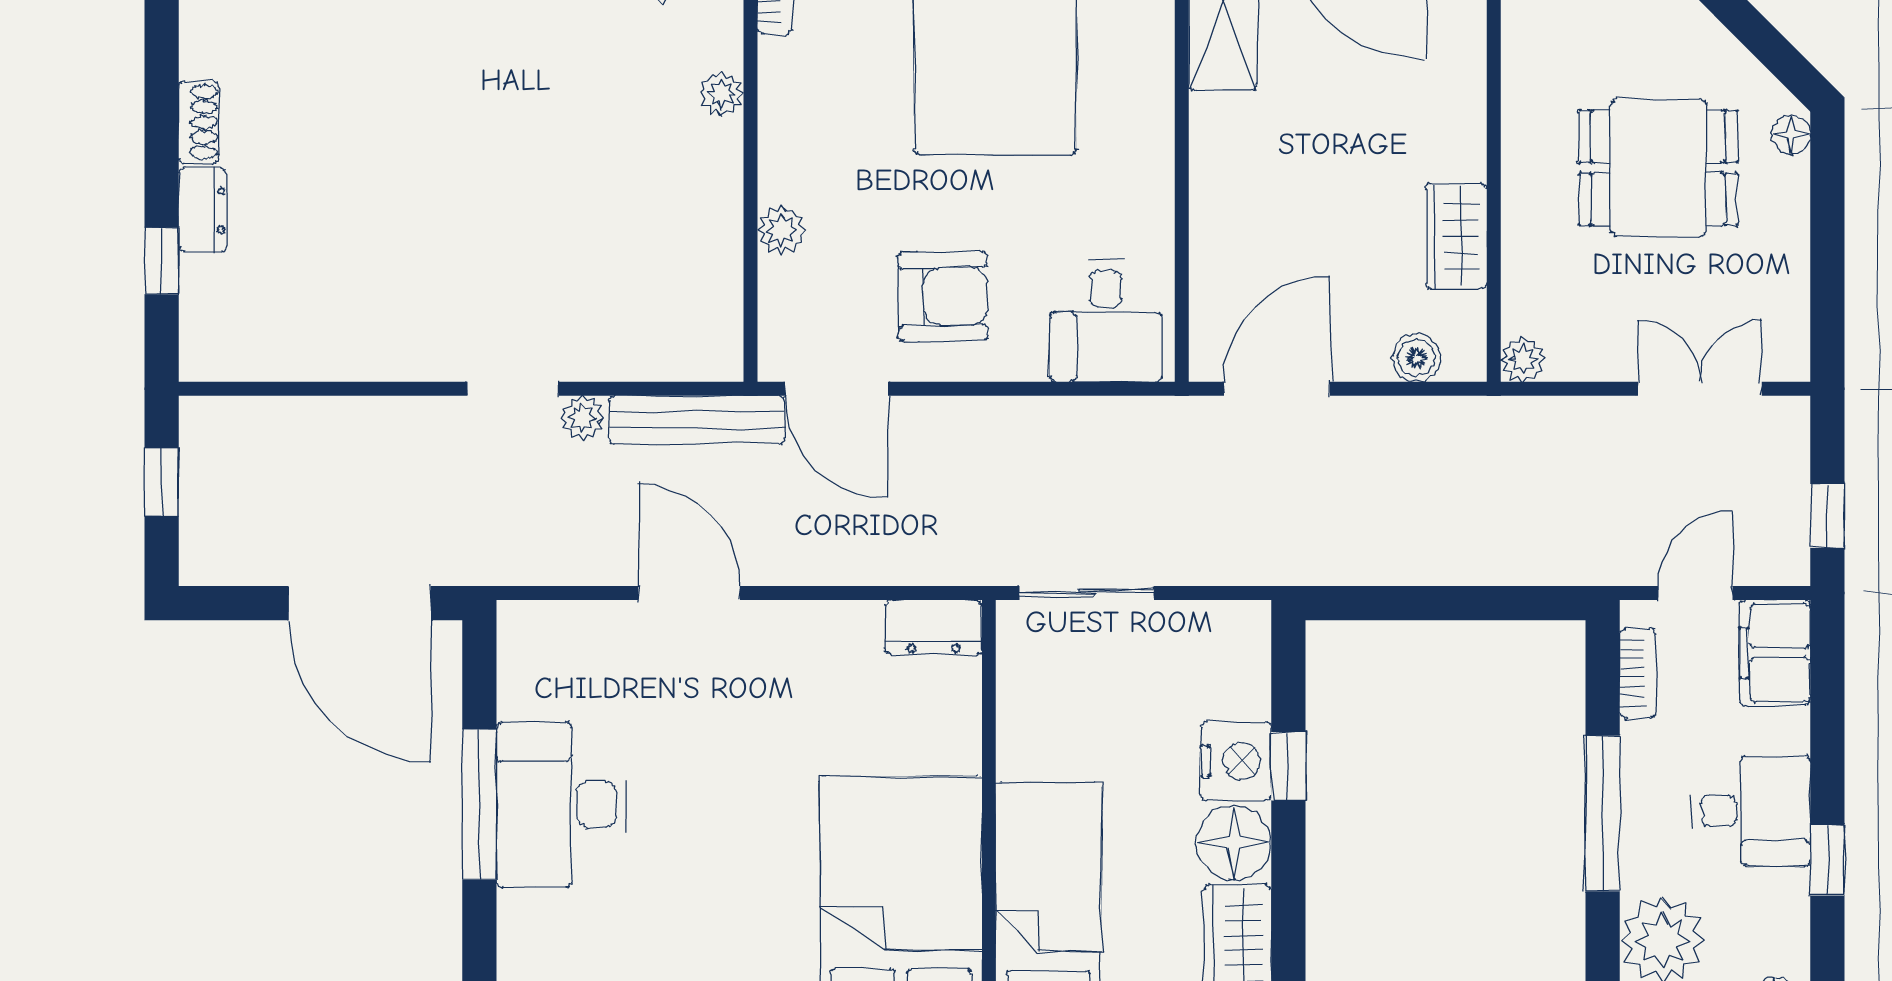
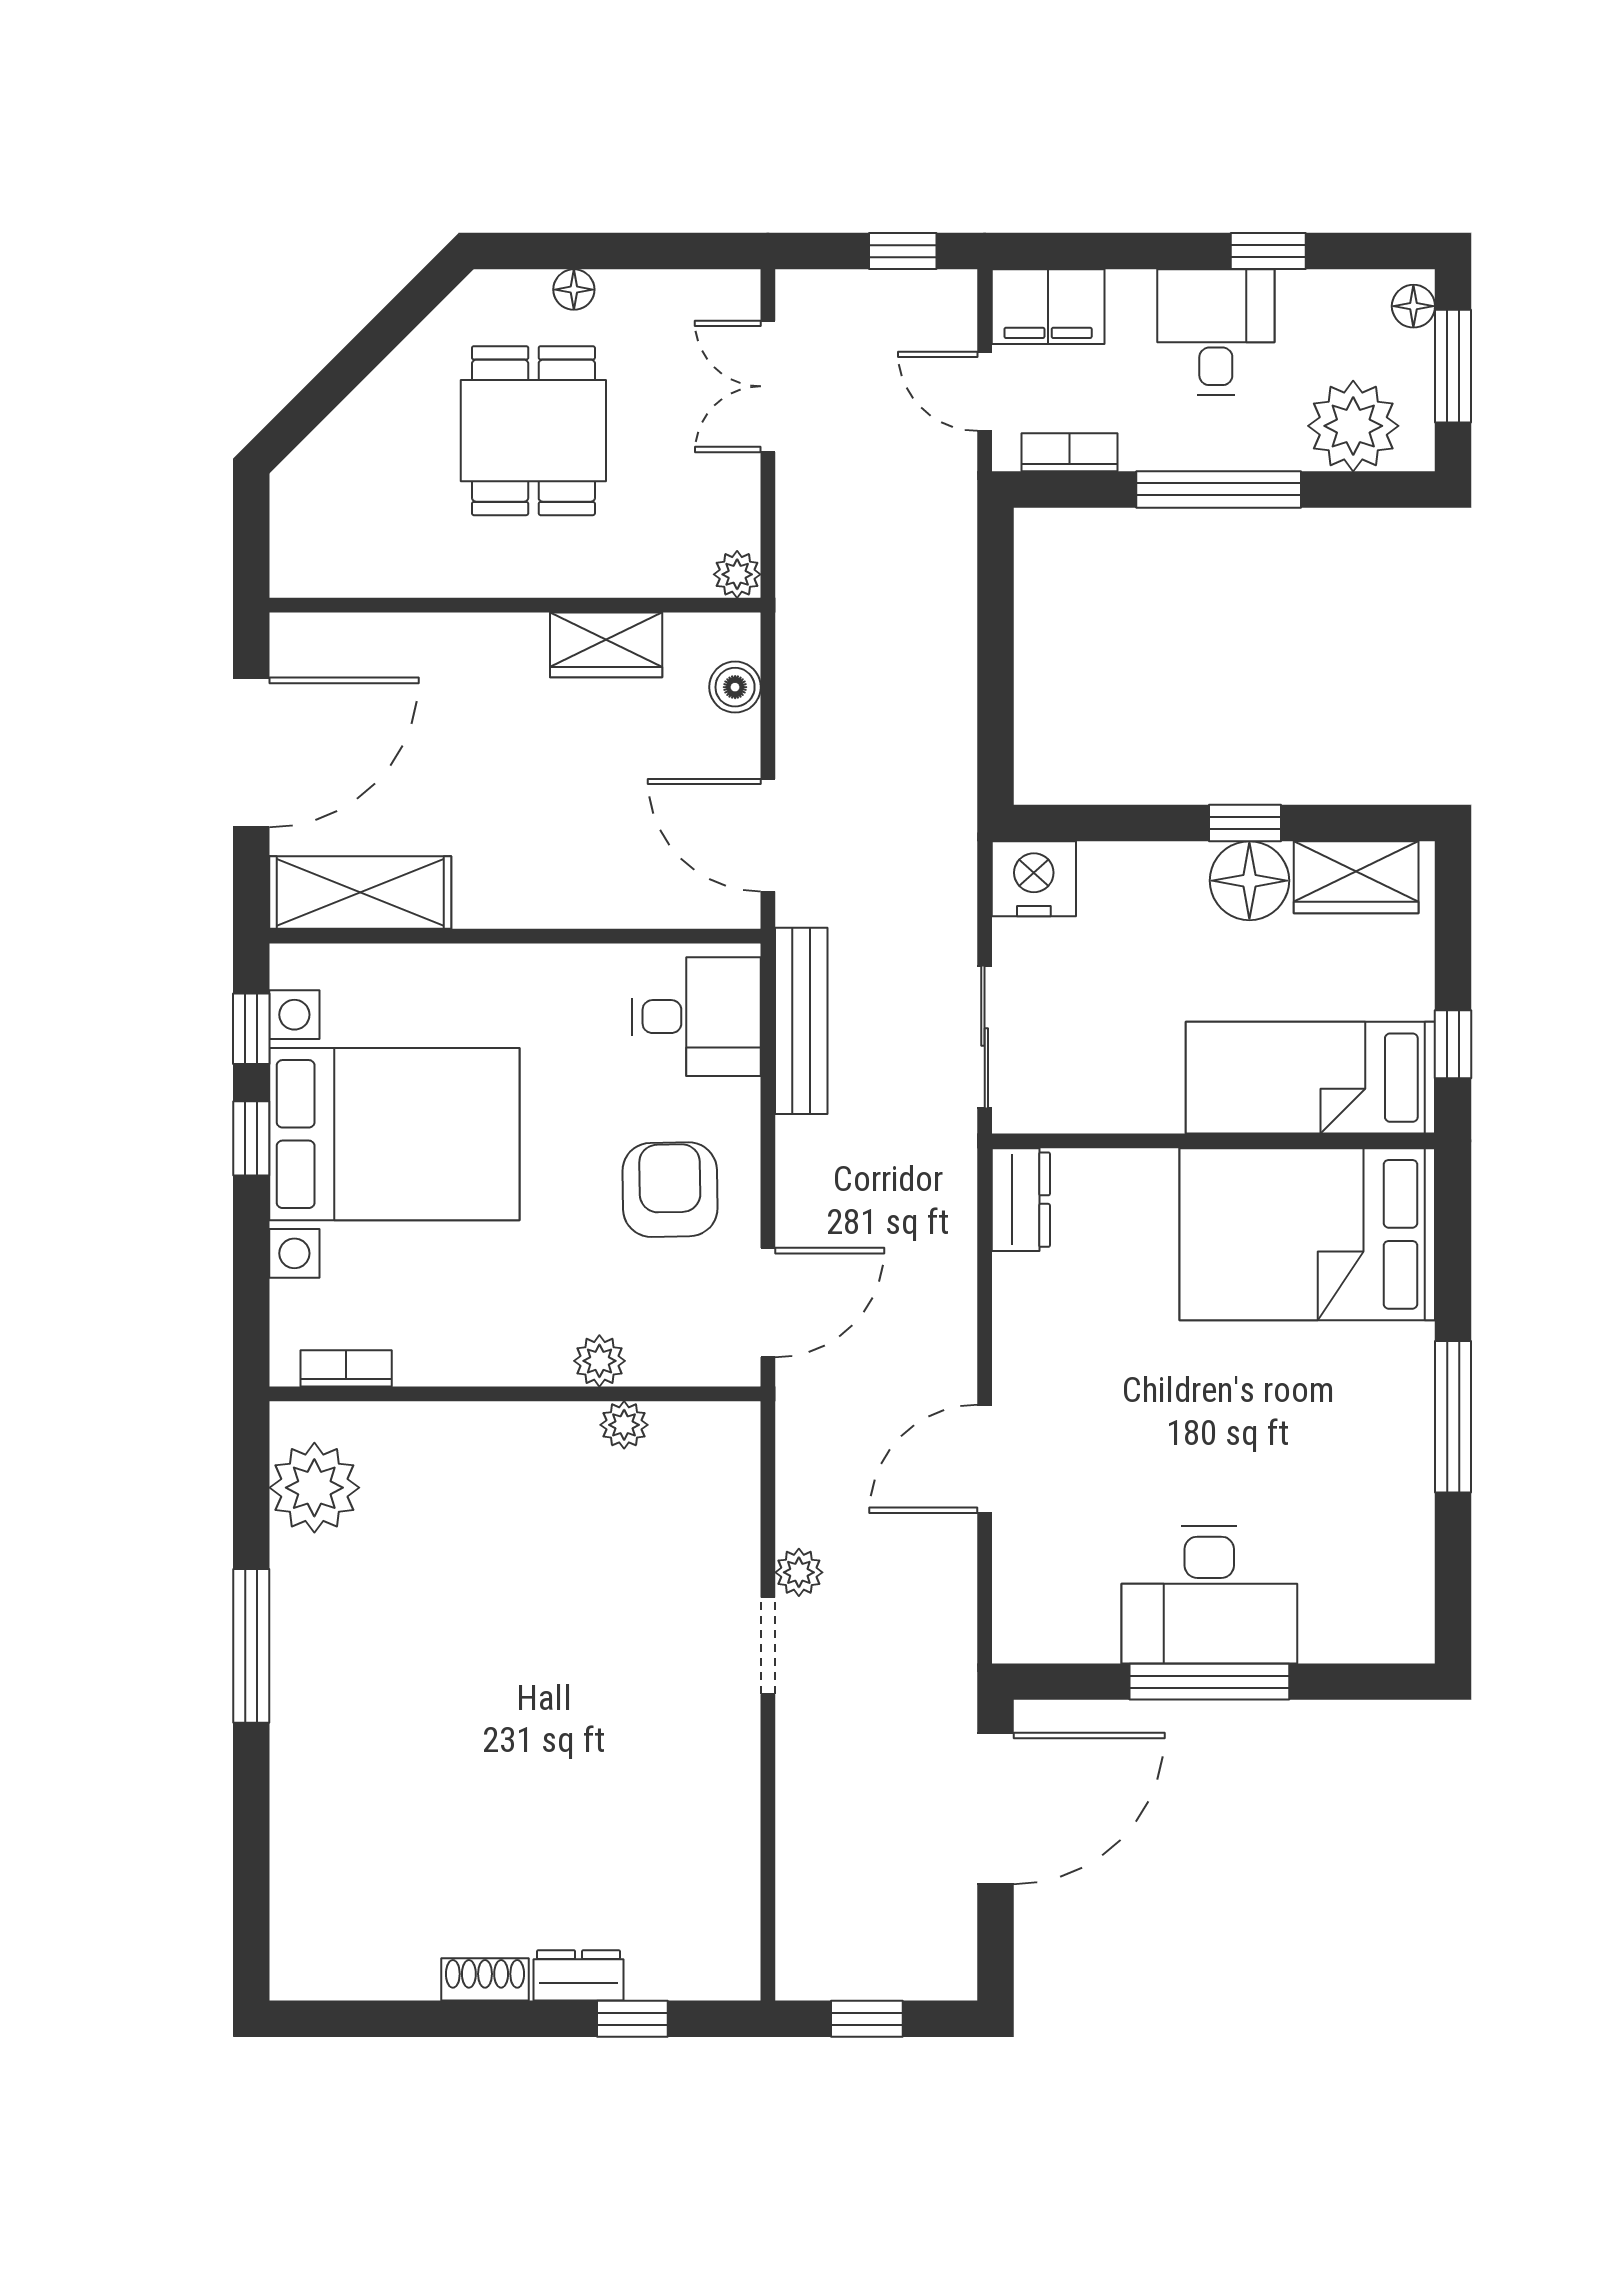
plant: (721, 94) -> (624, 1425), moved
floor lamp: (1791, 135) -> (574, 290), moved
bench: (697, 420) -> (801, 1021), moved
nightstand: (1236, 761) -> (1034, 879), moved
window: (1288, 766) -> (1245, 823), moved

